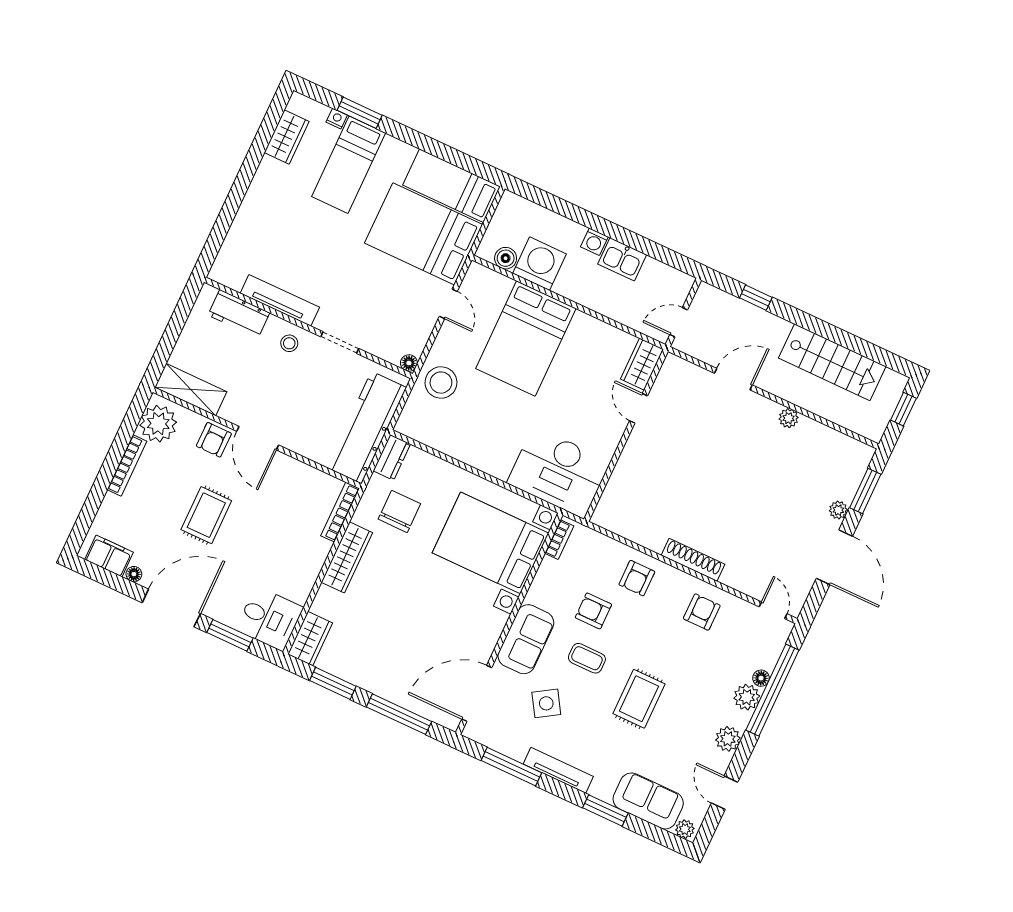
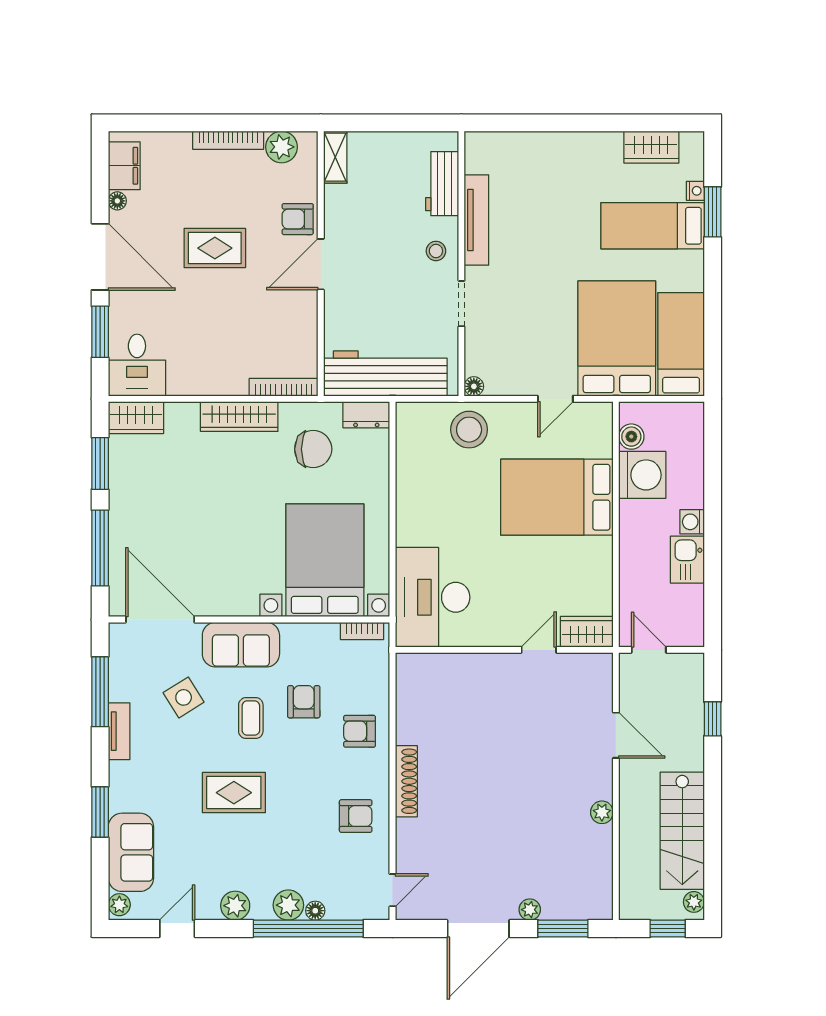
plant: (892, 379) -> (694, 902), added
shelving: (191, 390) -> (335, 157), width x0.67, depth x0.75
plant: (158, 424) -> (282, 147), width x0.73, depth x0.73
tv unit: (558, 770) -> (119, 731), width x0.71

